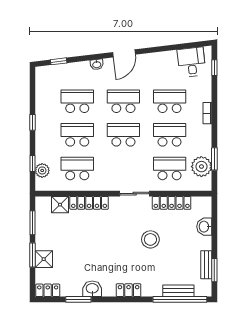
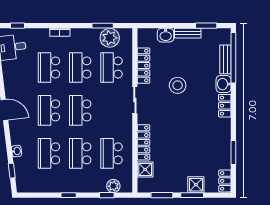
washbasin: (97, 64) -> (17, 151), moved
bench: (206, 265) -> (188, 33), moved
washbasin: (92, 289) -> (224, 84), moved

